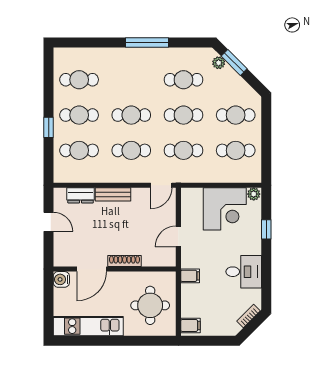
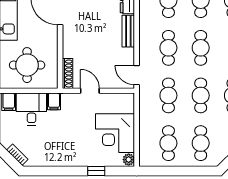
shoe rack: (125, 261) -> (68, 73), moved
desk: (244, 272) -> (31, 109), moved, turned 180

